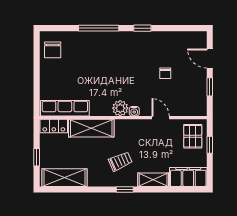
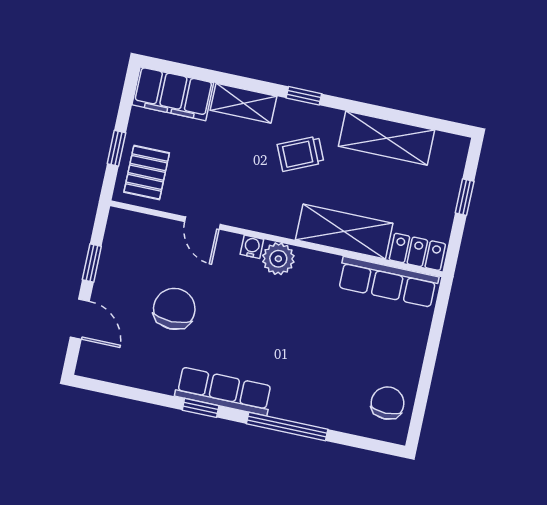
row of seats: (133, 39) -> (224, 391), added
chair: (165, 73) -> (174, 309), width x1.87, depth x1.87
shelving: (64, 178) -> (386, 138), moved

